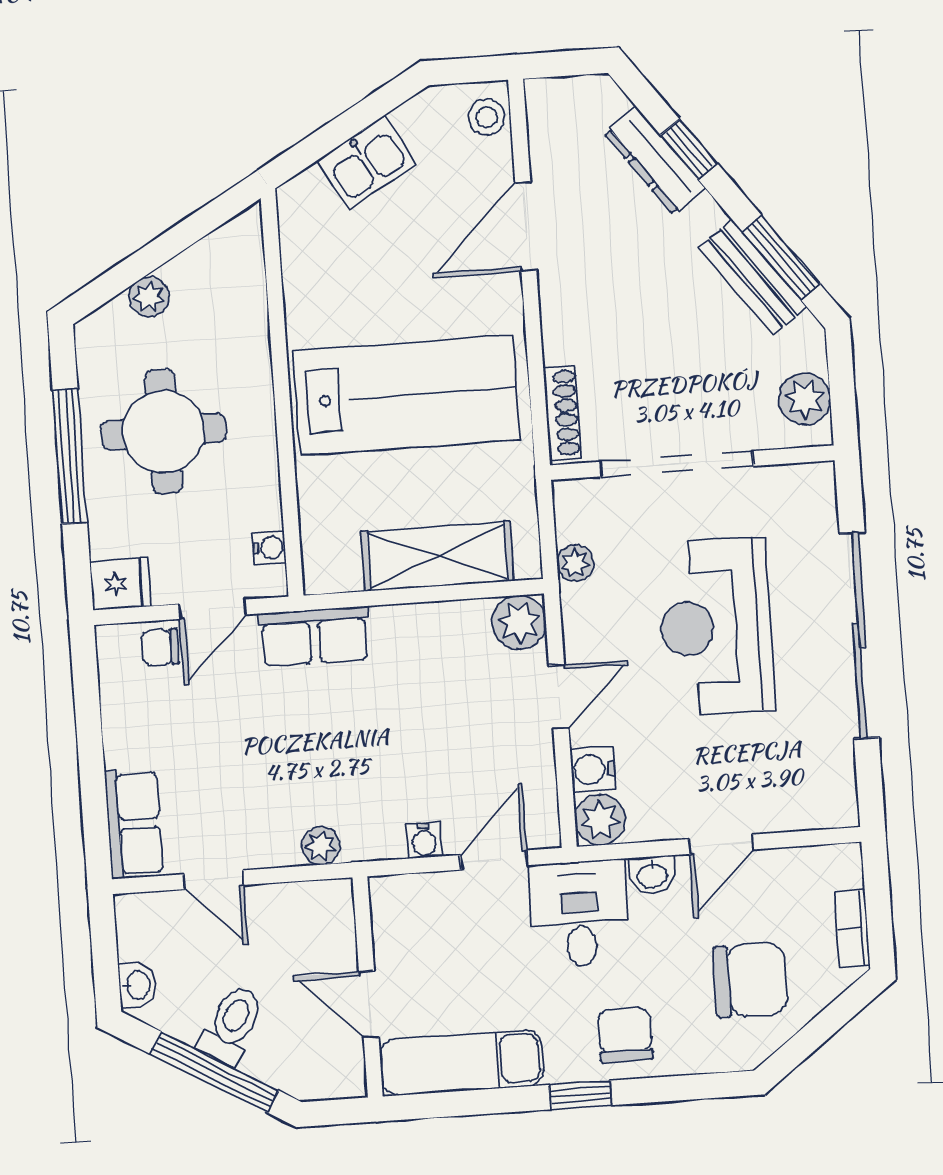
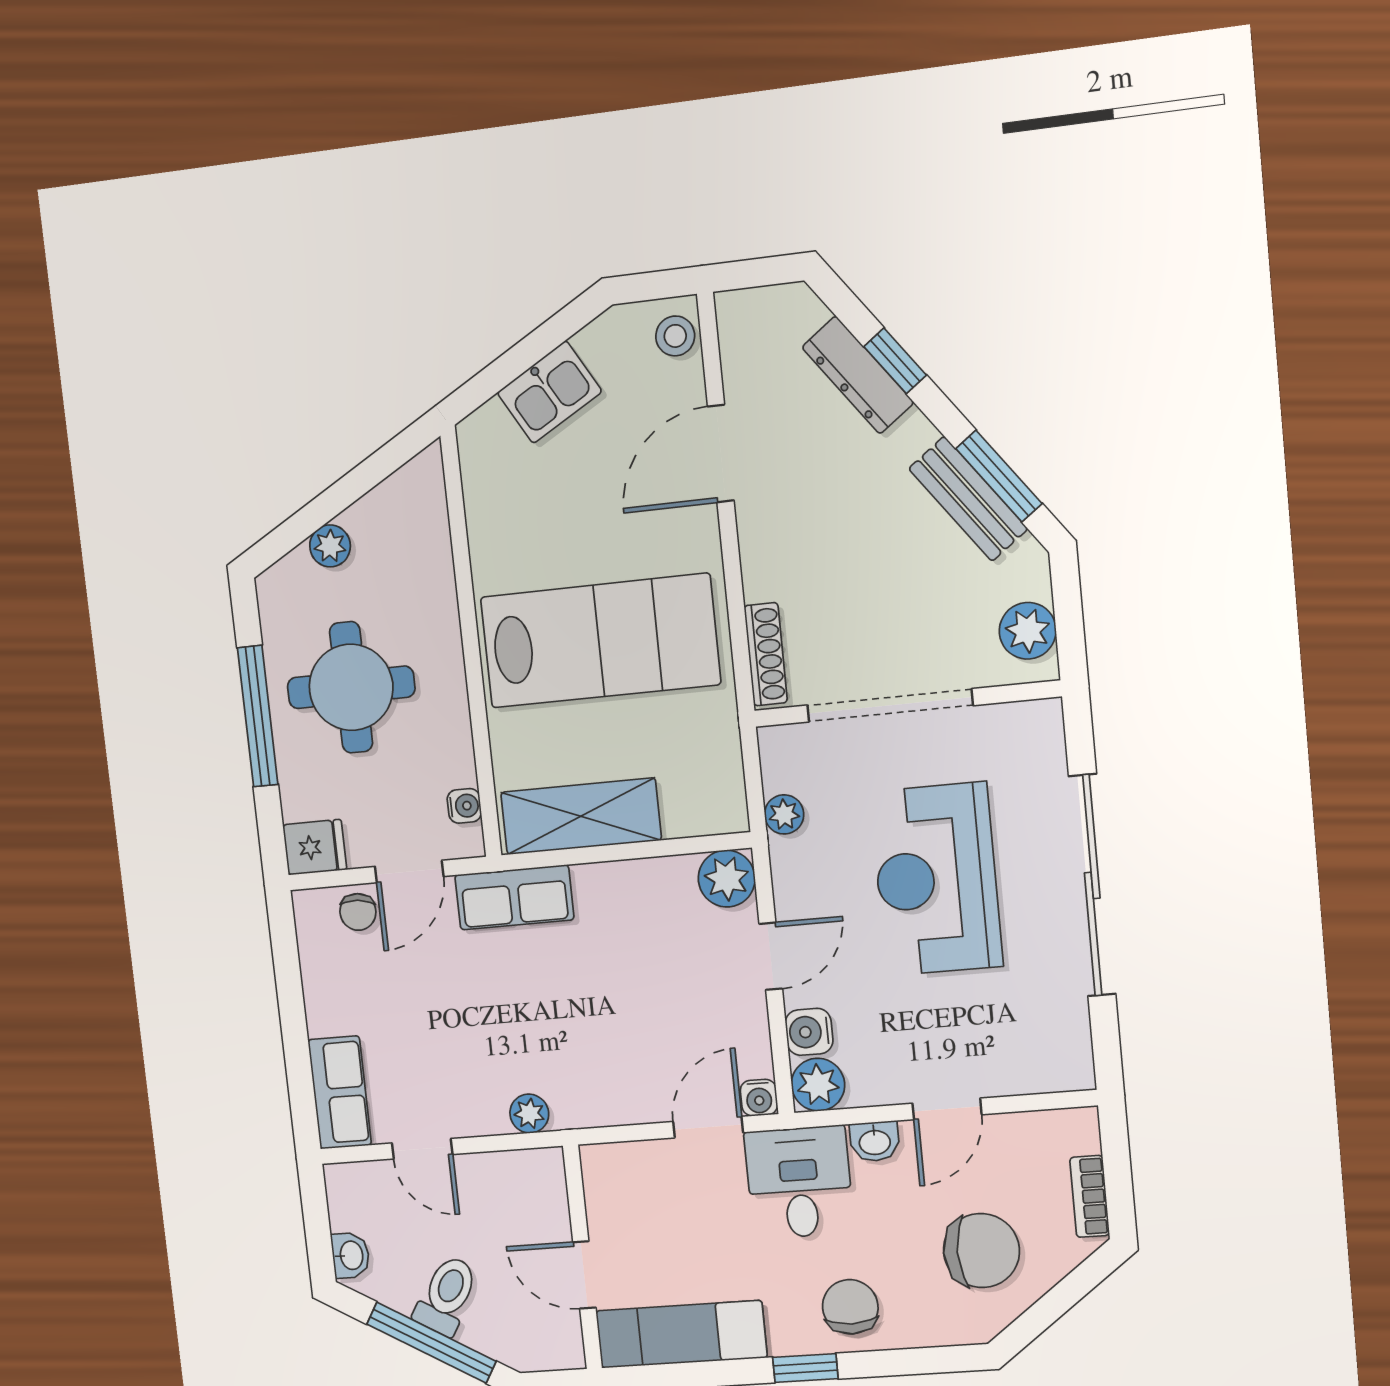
shelving: (437, 556) -> (581, 816), moved
chair: (160, 647) -> (358, 912), turned -85
water cooler: (424, 840) -> (759, 1098), moved

